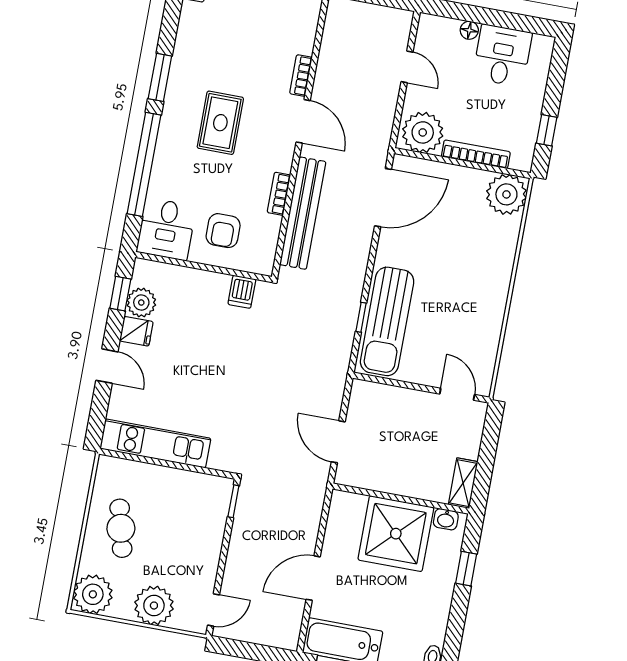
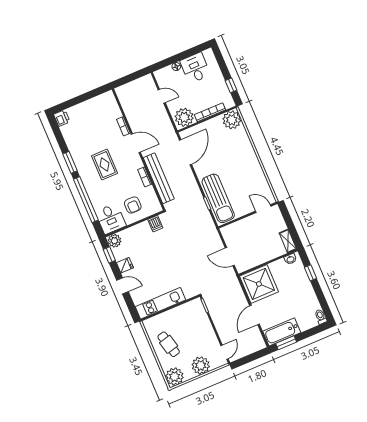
plant: (141, 303) -> (114, 241), moved
shower: (396, 534) -> (259, 284), moved

